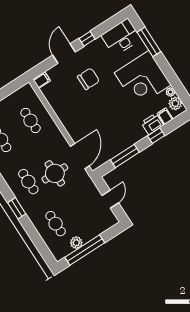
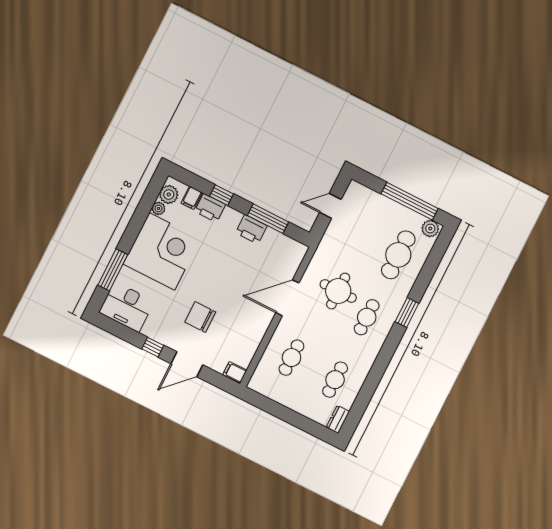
printer: (124, 142) -> (251, 229), added
door: (80, 156) -> (287, 298), moved
cafe table: (56, 224) -> (398, 255), width x1.37, depth x1.35
plant: (76, 243) -> (430, 229), moved

